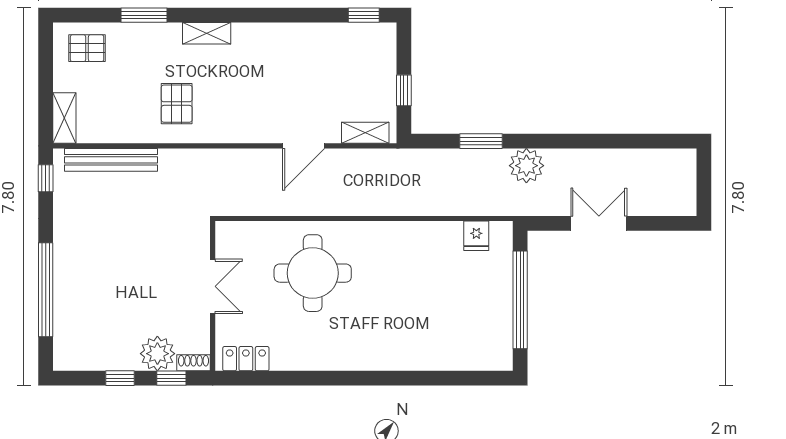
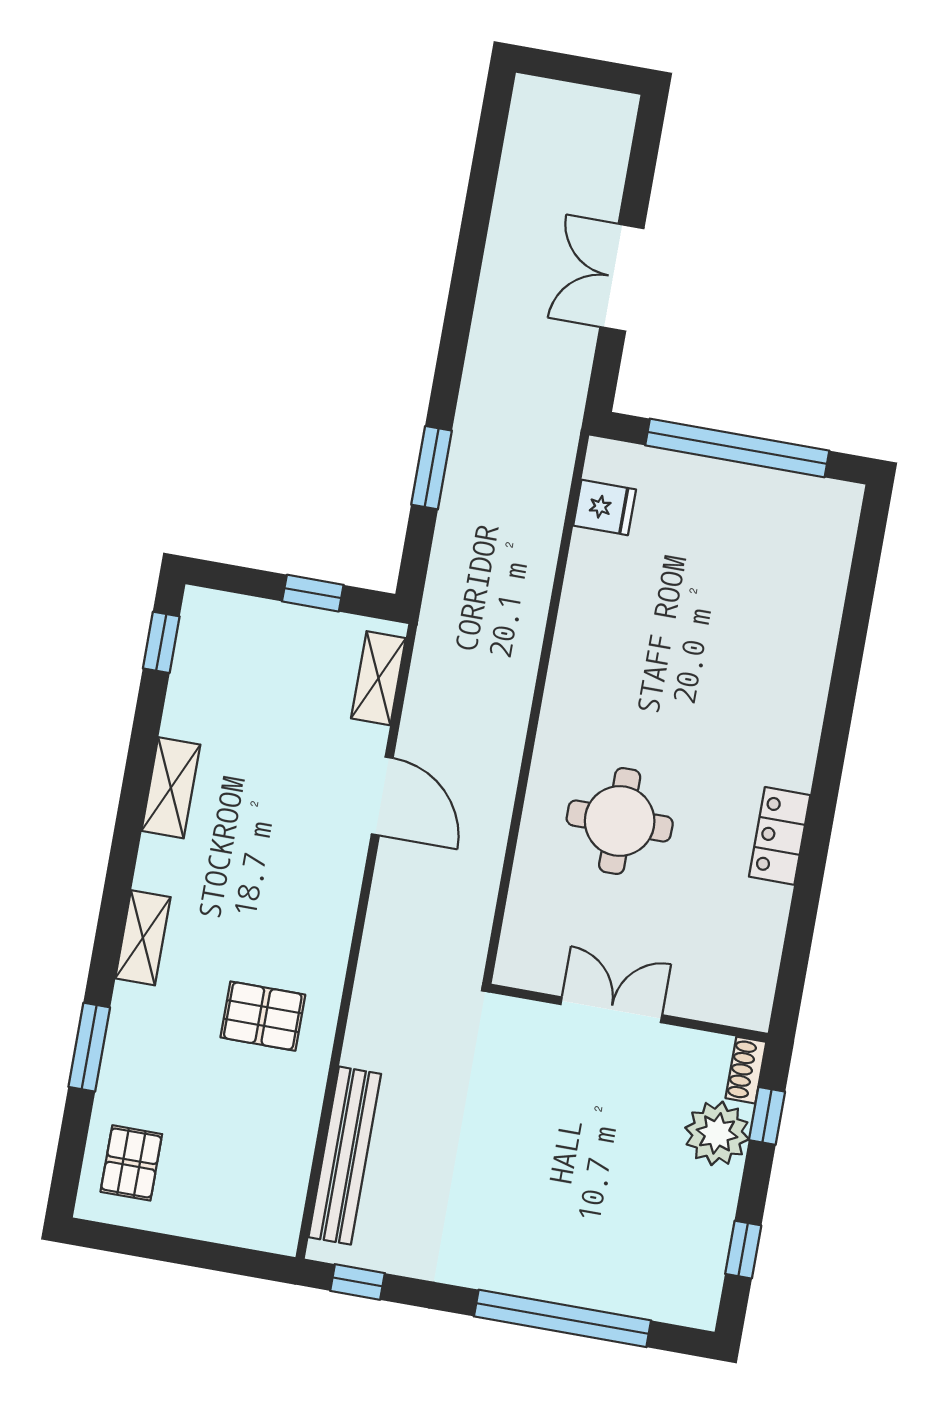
shelving: (64, 118) -> (171, 788), moved, turned 90
plant: (526, 166) -> (492, 392), removed
round table: (313, 273) -> (620, 821), width x0.73, depth x0.73
locker: (246, 359) -> (780, 836), moved
window: (120, 378) -> (743, 1250), moved

